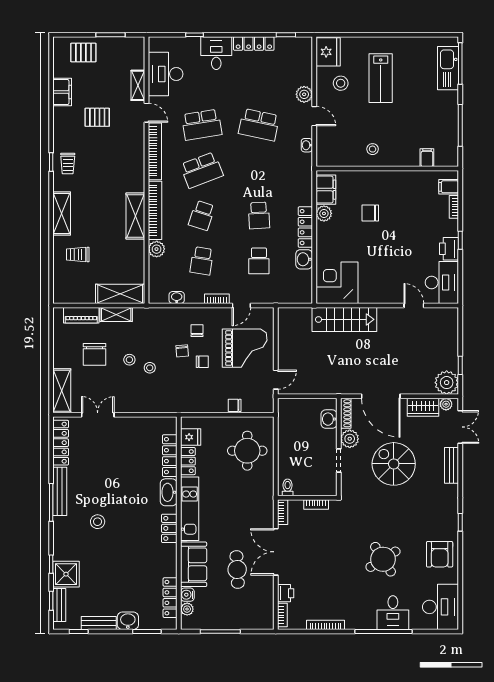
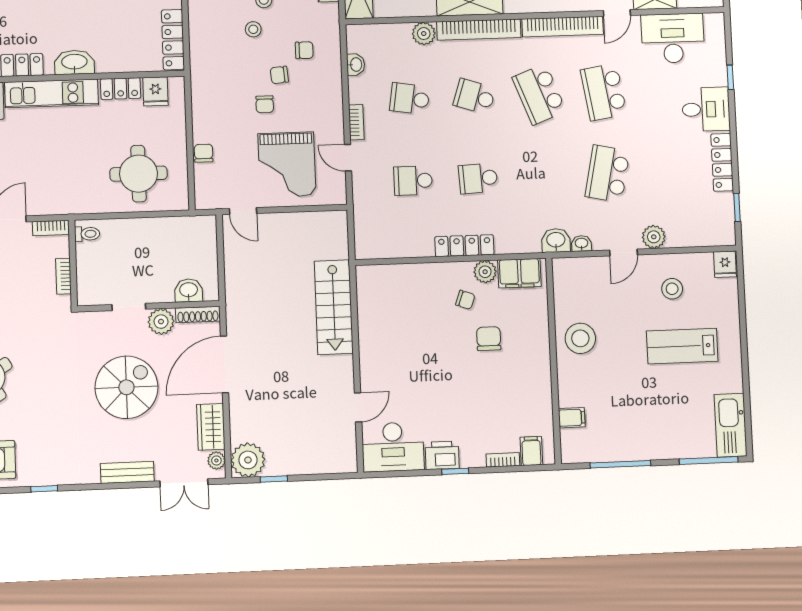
fridge: (328, 52) -> (725, 264), width x0.53, depth x0.75
kitchen sink: (448, 68) -> (731, 425), moved, turned -90
stool: (373, 149) -> (580, 338), width x1.89, depth x1.89
chair: (343, 228) -> (465, 300), added
washbasin: (304, 259) -> (556, 240), moved
corner desk: (337, 283) -> (386, 294), removed
chair: (197, 331) -> (304, 50), moved
locker: (170, 456) -> (173, 40), moved, turned -90

